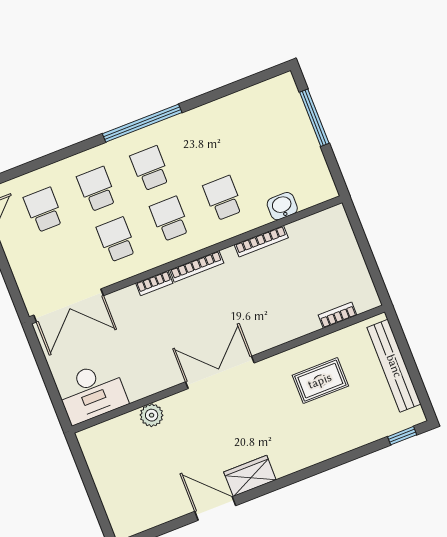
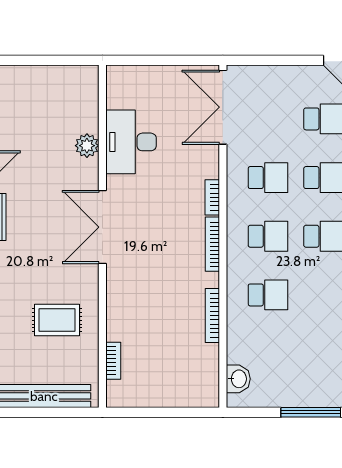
washbasin: (282, 206) -> (238, 379), moved
double door: (220, 372) -> (102, 227), swing flipped
rug: (320, 381) -> (57, 320), turned 90
desk: (92, 392) -> (131, 142), moved

